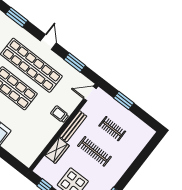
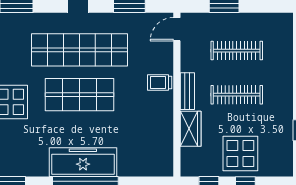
bench: (73, 126) -> (187, 91), width x0.73
clothes rail: (112, 129) -> (237, 51), width x1.36

